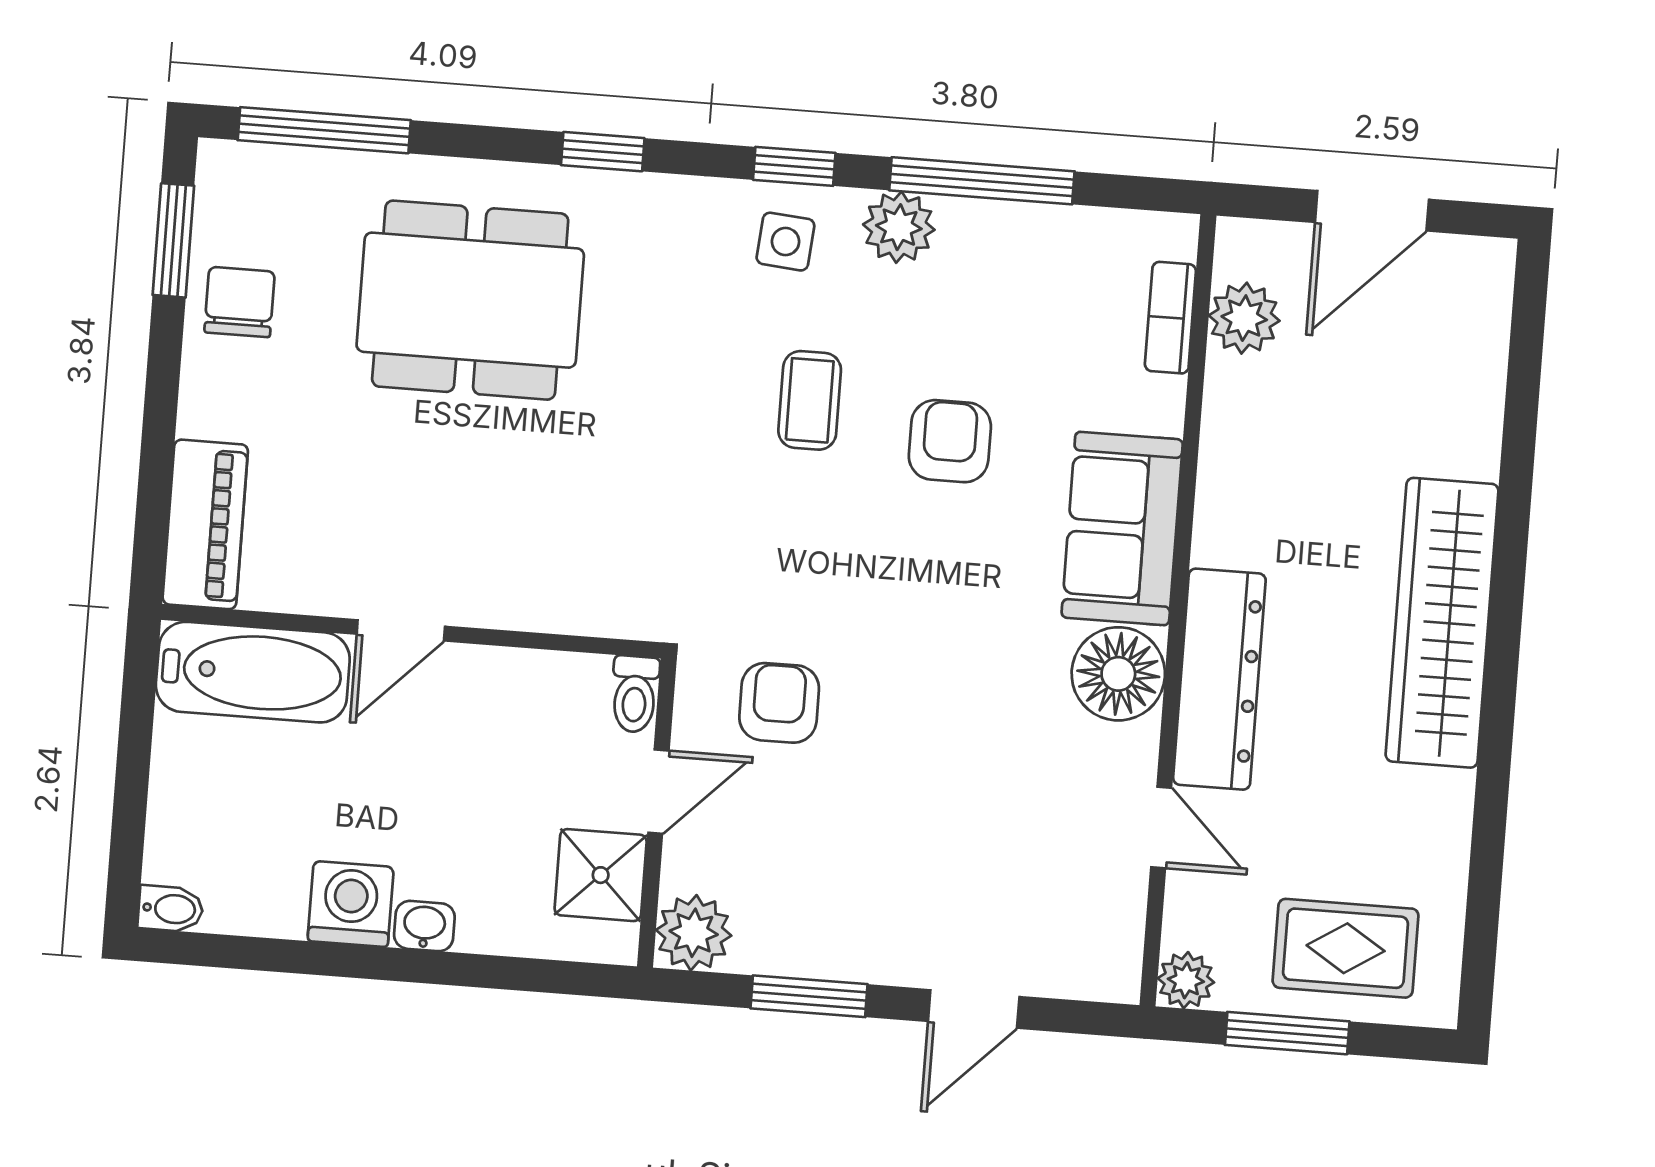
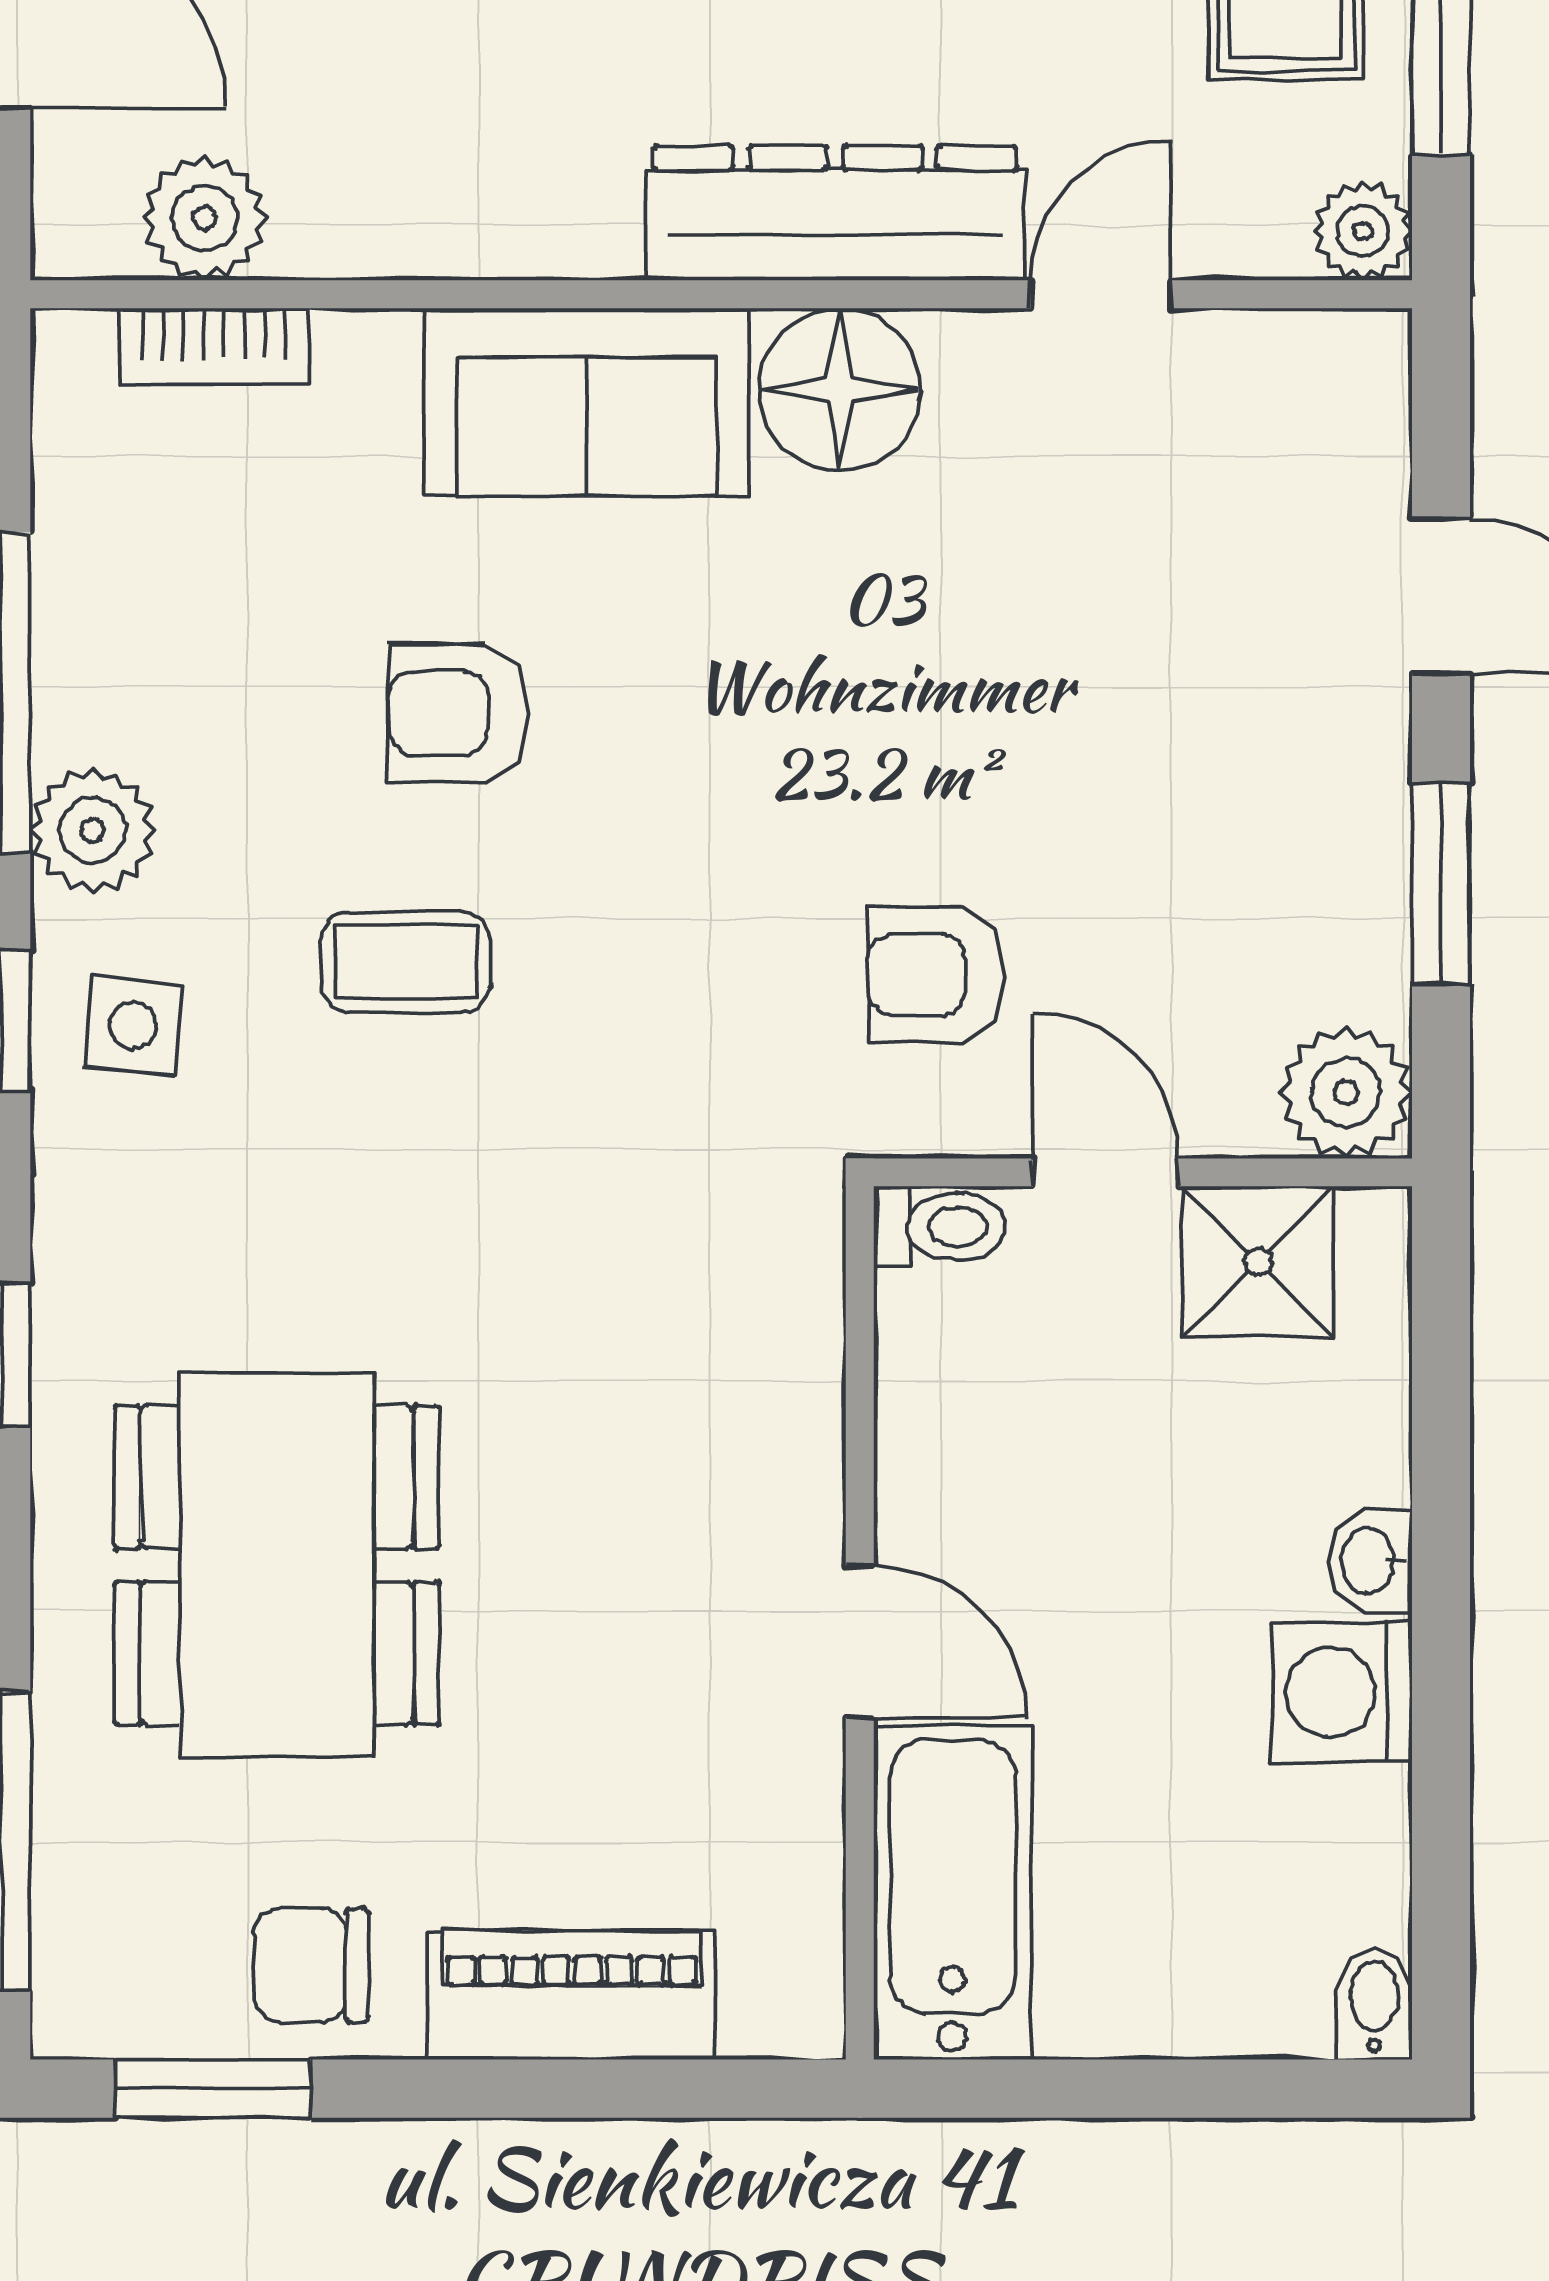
piano: (205, 524) -> (572, 1995), moved

